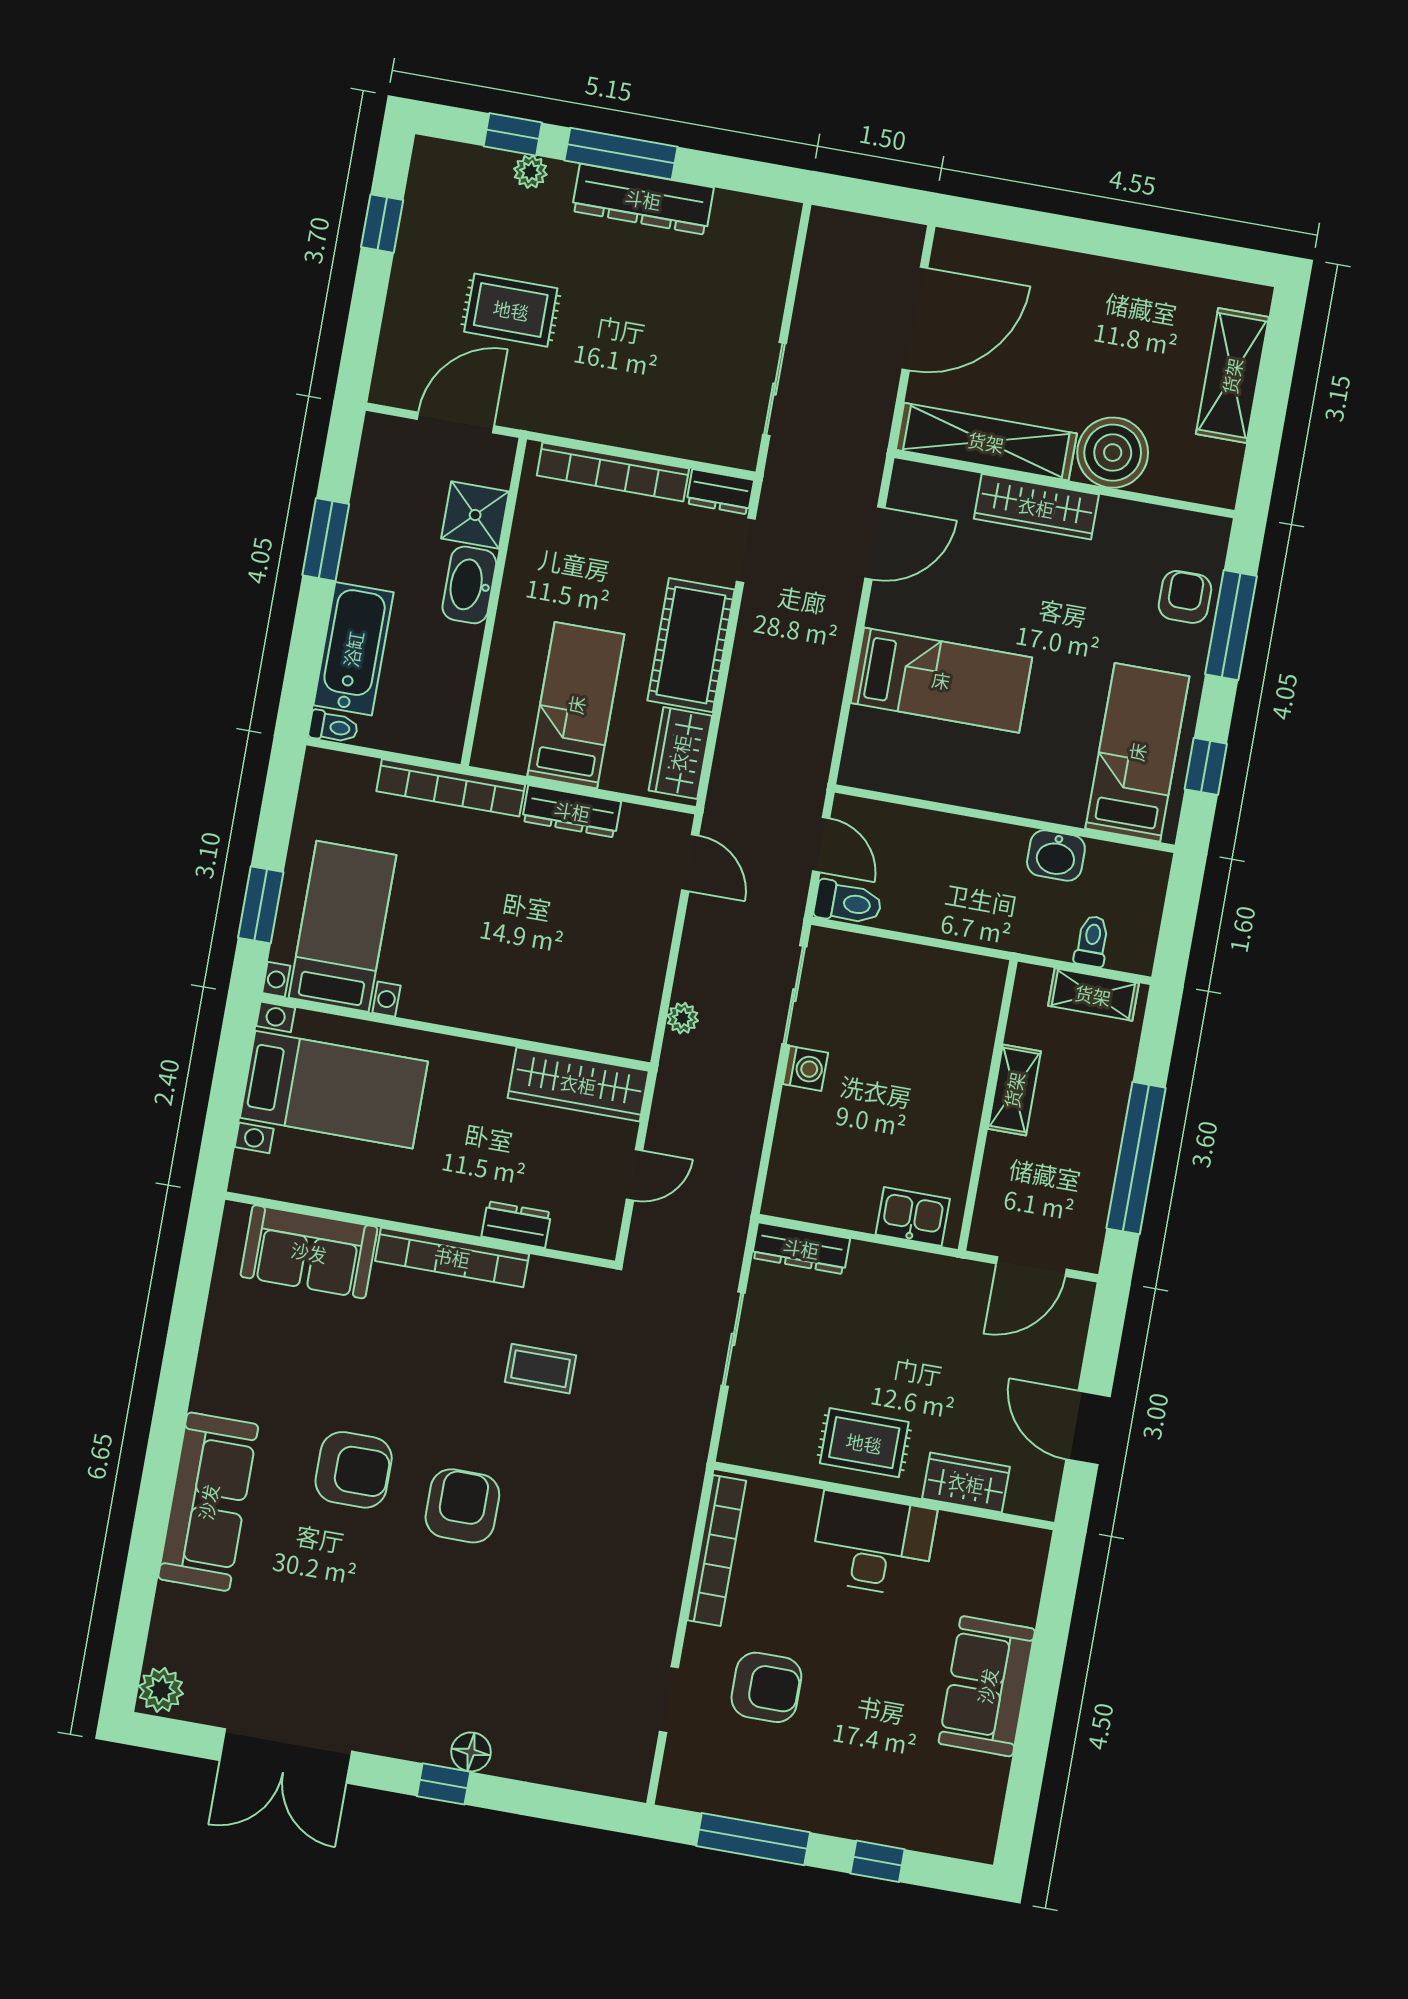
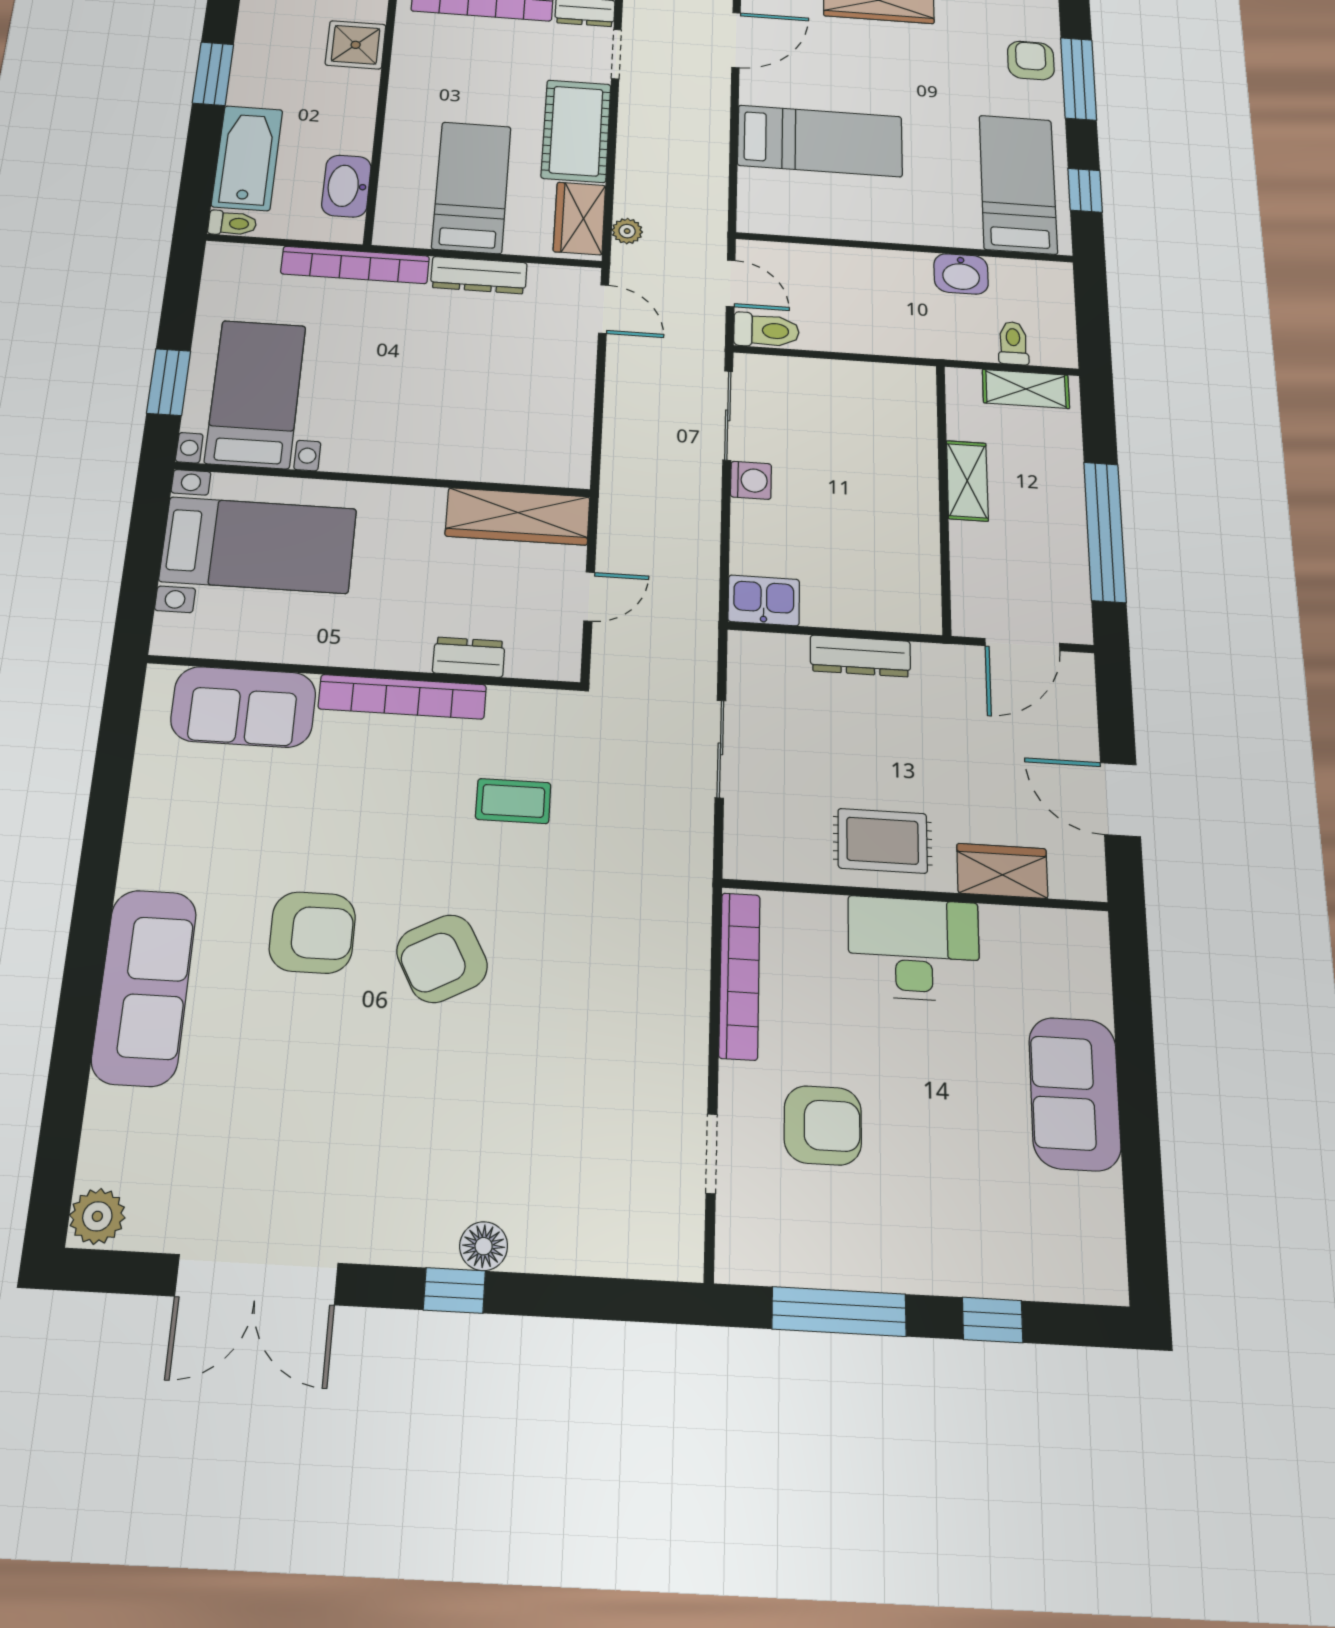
washbasin: (469, 585) -> (346, 186), moved
plant: (683, 1018) -> (627, 231), moved
kitchen sink: (913, 1217) -> (764, 600), moved
dresser: (801, 1248) -> (860, 656), moved
armchair: (462, 1506) -> (442, 959), turned -118

